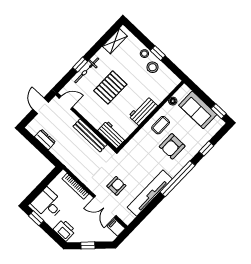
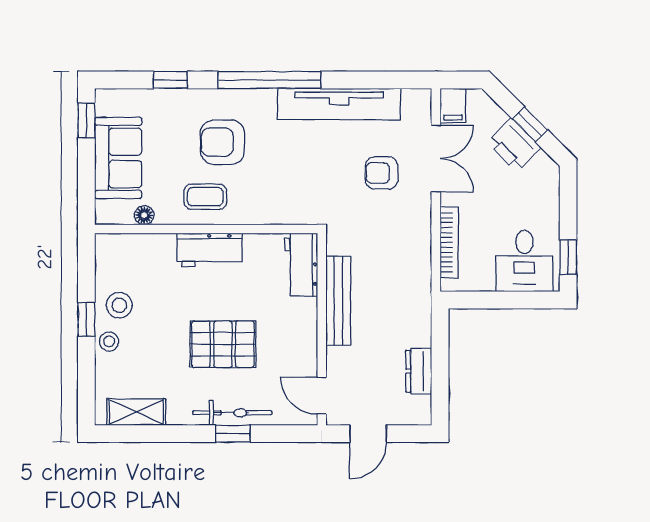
armchair: (172, 146) -> (223, 142), turned 180
printer: (64, 230) -> (514, 145), moved, turned -45

